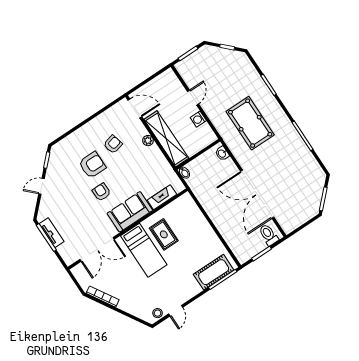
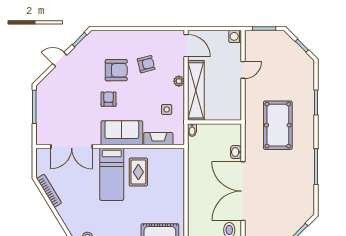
washing machine: (198, 119) -> (235, 36), moved
washbasin: (222, 153) -> (236, 152), moved
side table: (153, 170) -> (167, 109), added
tv unit: (52, 233) -> (42, 106), removed

